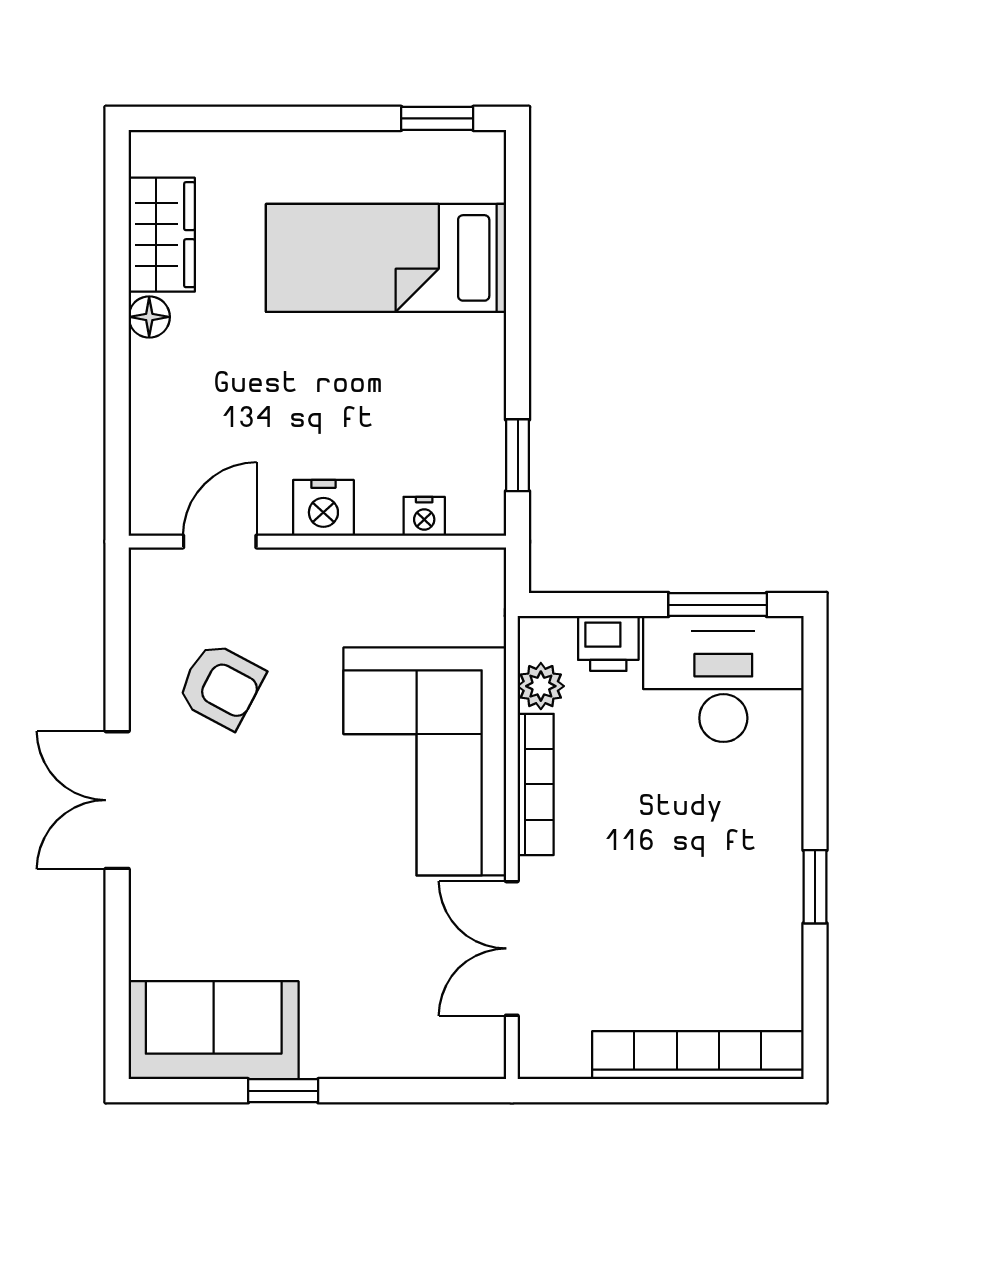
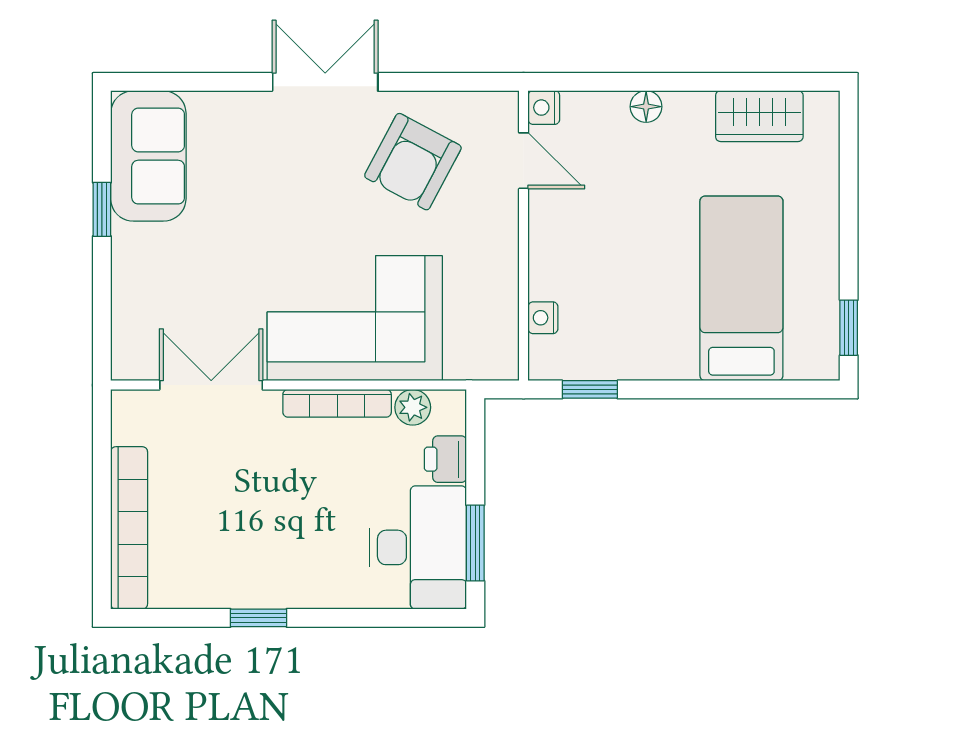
floor lamp: (149, 317) -> (646, 107), moved
nightstand: (323, 508) -> (544, 108), moved, width x0.72, depth x0.74
armchair: (221, 686) -> (413, 162), width x1.38, depth x1.38

